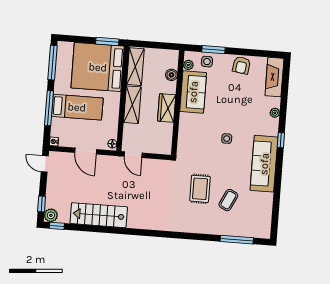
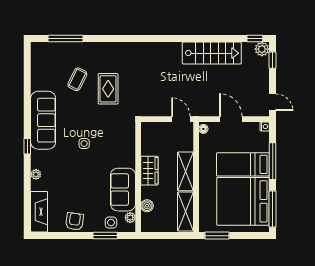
bed: (98, 67) -> (243, 201), moved, turned 180

